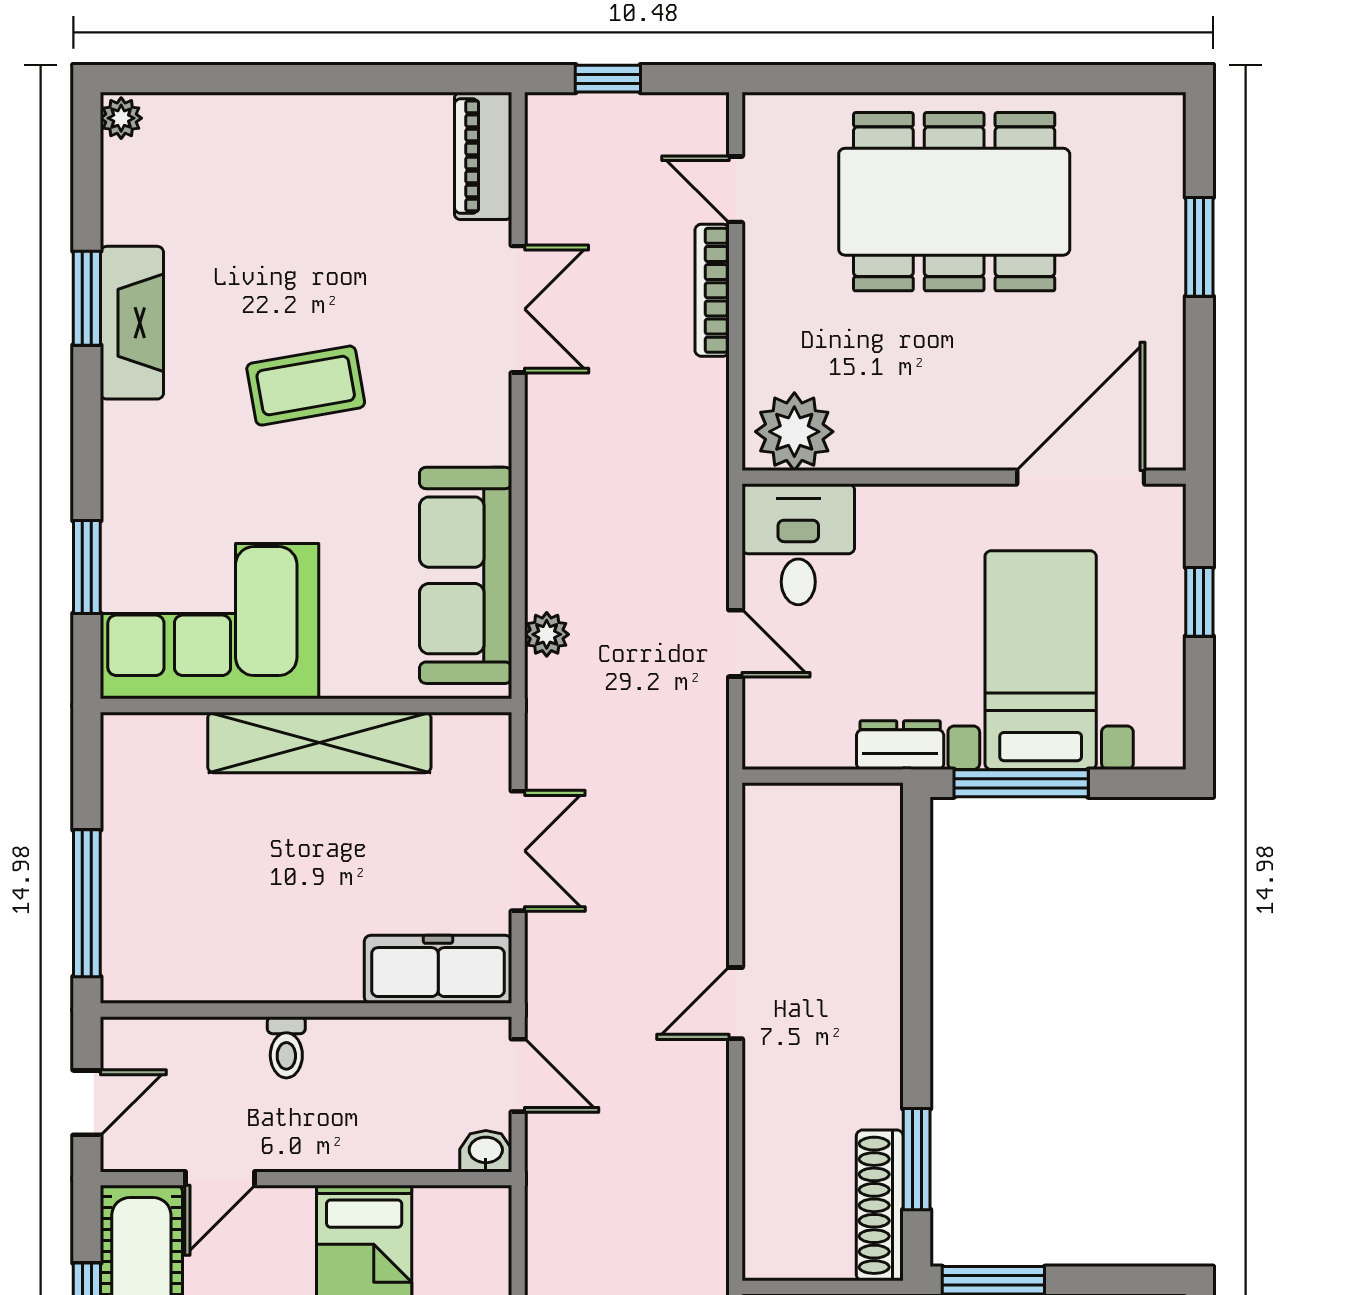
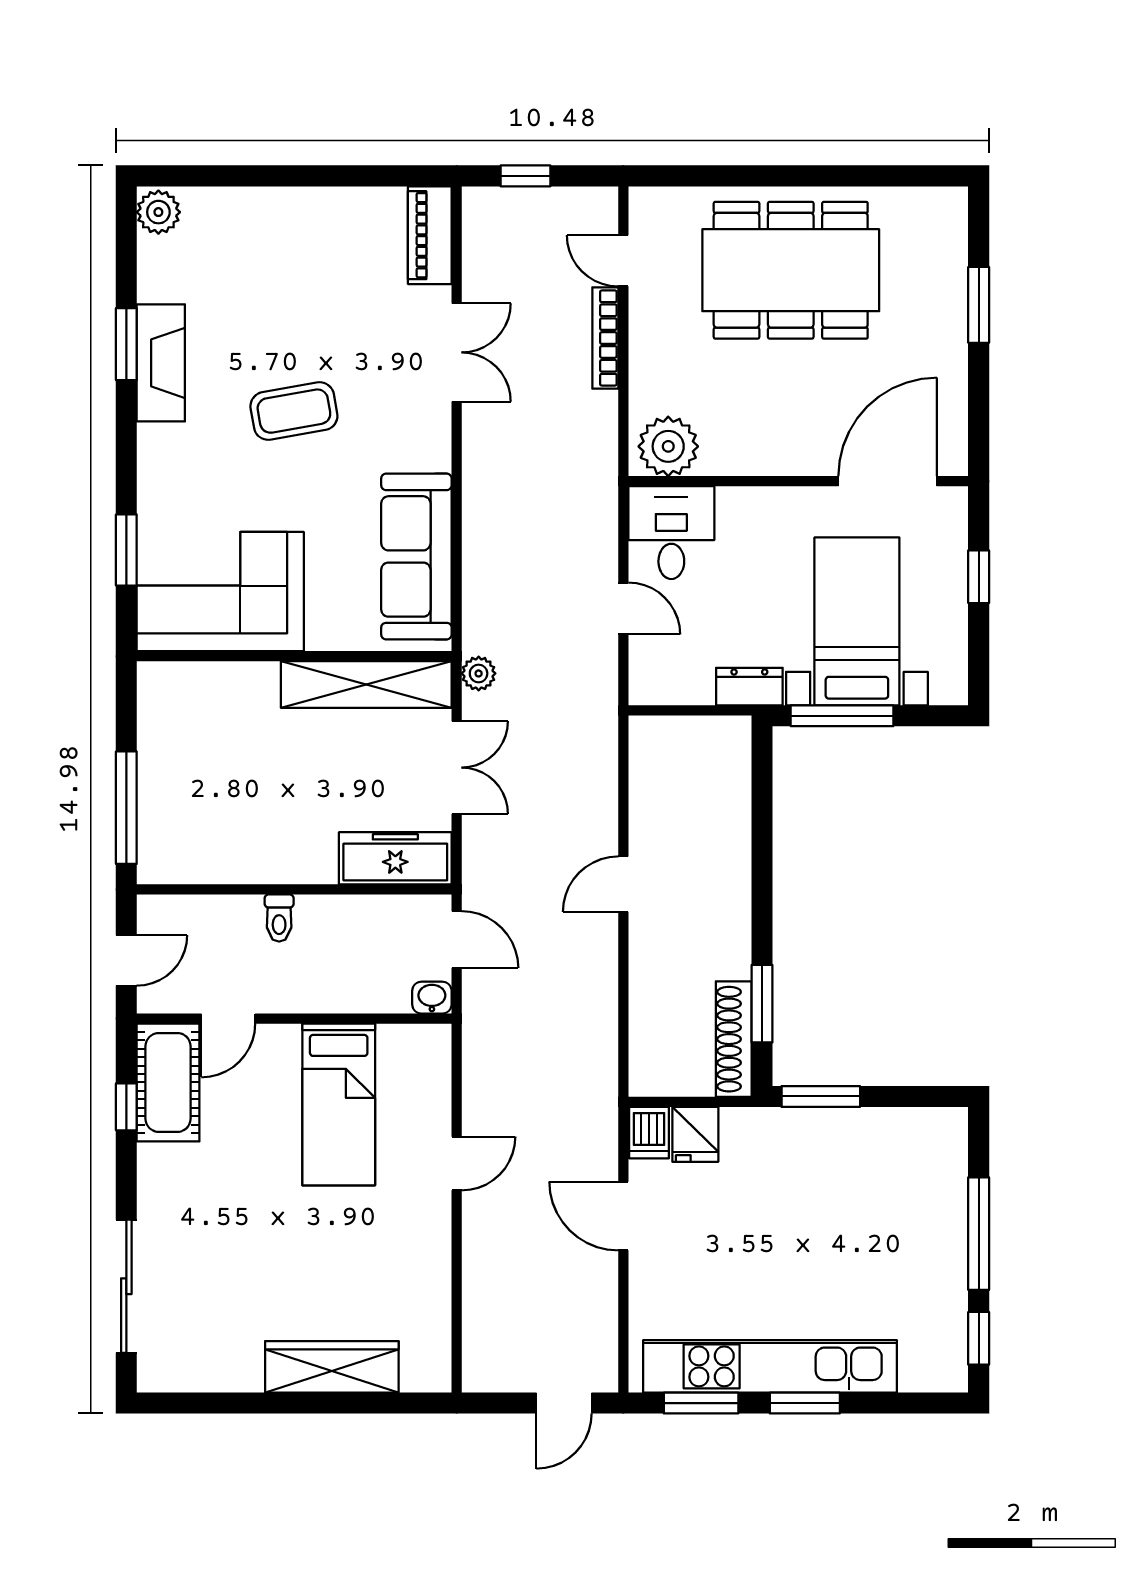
plant: (121, 118) -> (158, 212), width x1.38, depth x1.38
plant: (547, 634) -> (479, 673), moved
shelving: (319, 742) -> (366, 684), moved

